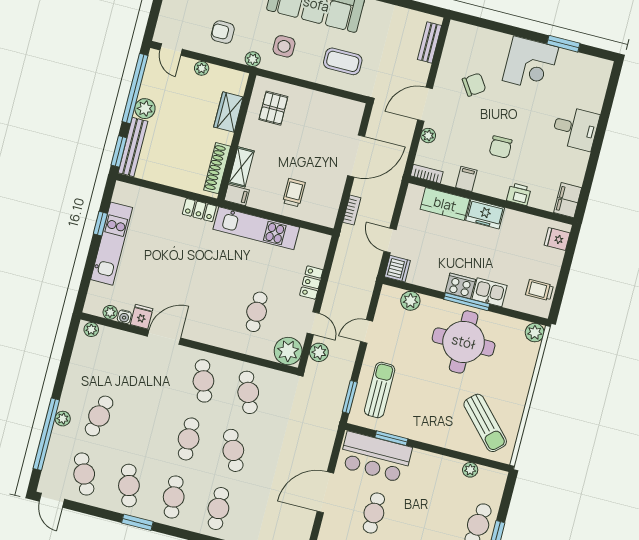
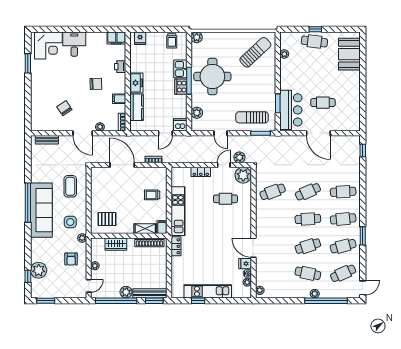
corner desk: (530, 64) -> (48, 45), moved, turned 90
cafe table: (203, 381) -> (308, 246), moved

